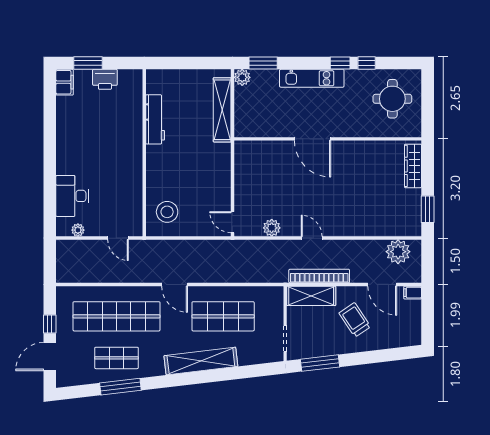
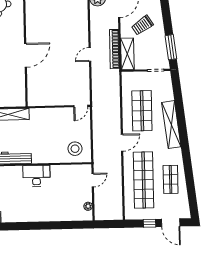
desk: (72, 196) -> (36, 176), moved, turned 180
plant: (272, 228) -> (84, 81), removed
window: (120, 387) -> (189, 176), removed

